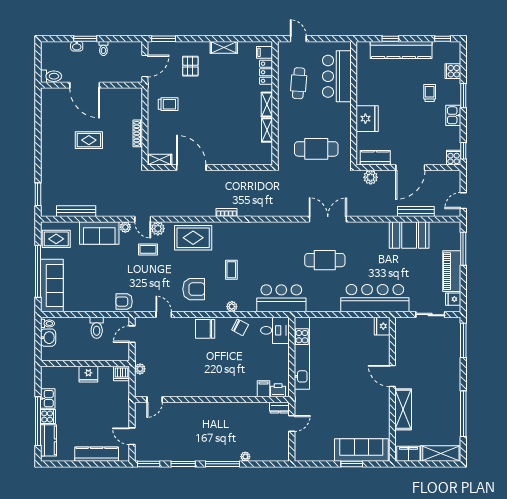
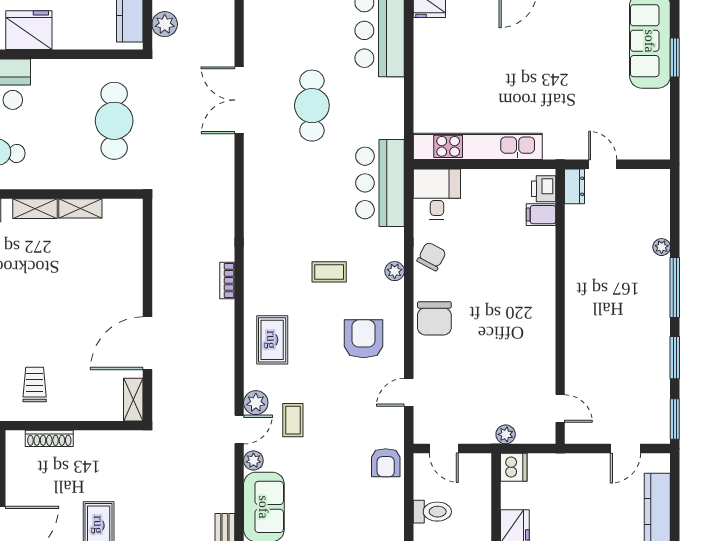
fridge: (367, 119) -> (29, 30), moved
shoe rack: (138, 133) -> (49, 438), moved
rug: (193, 238) -> (272, 340), width x0.73, depth x0.70

